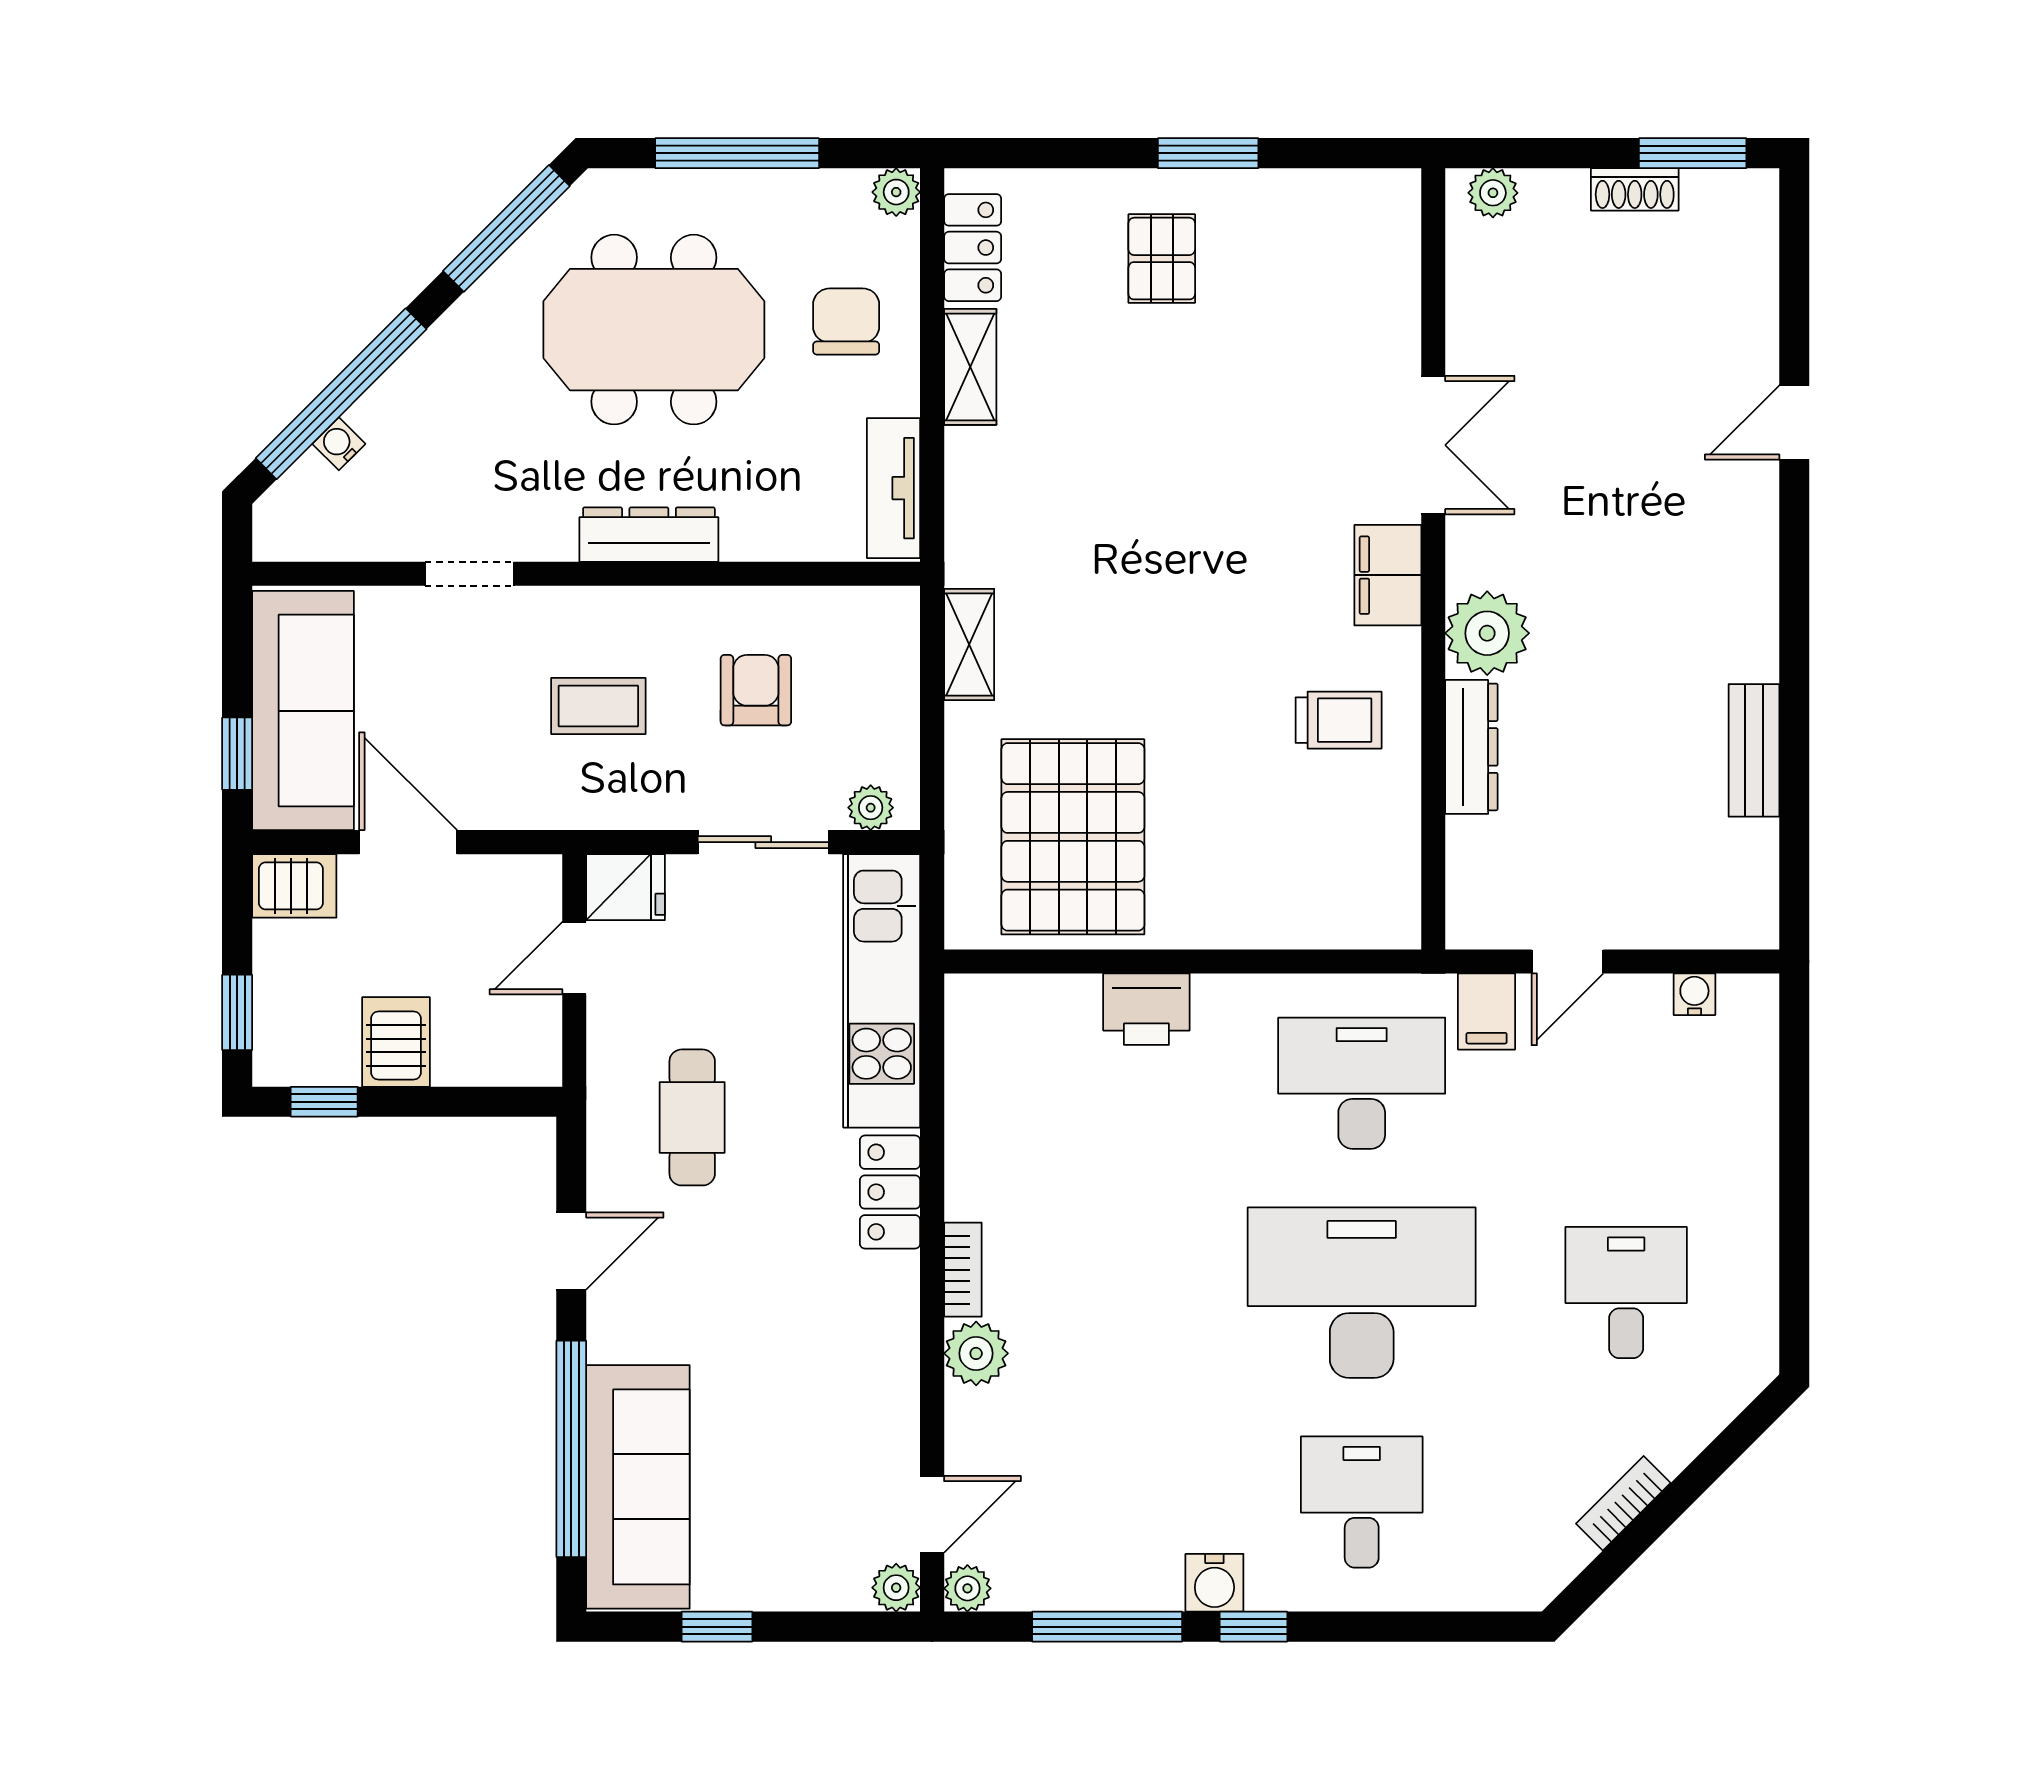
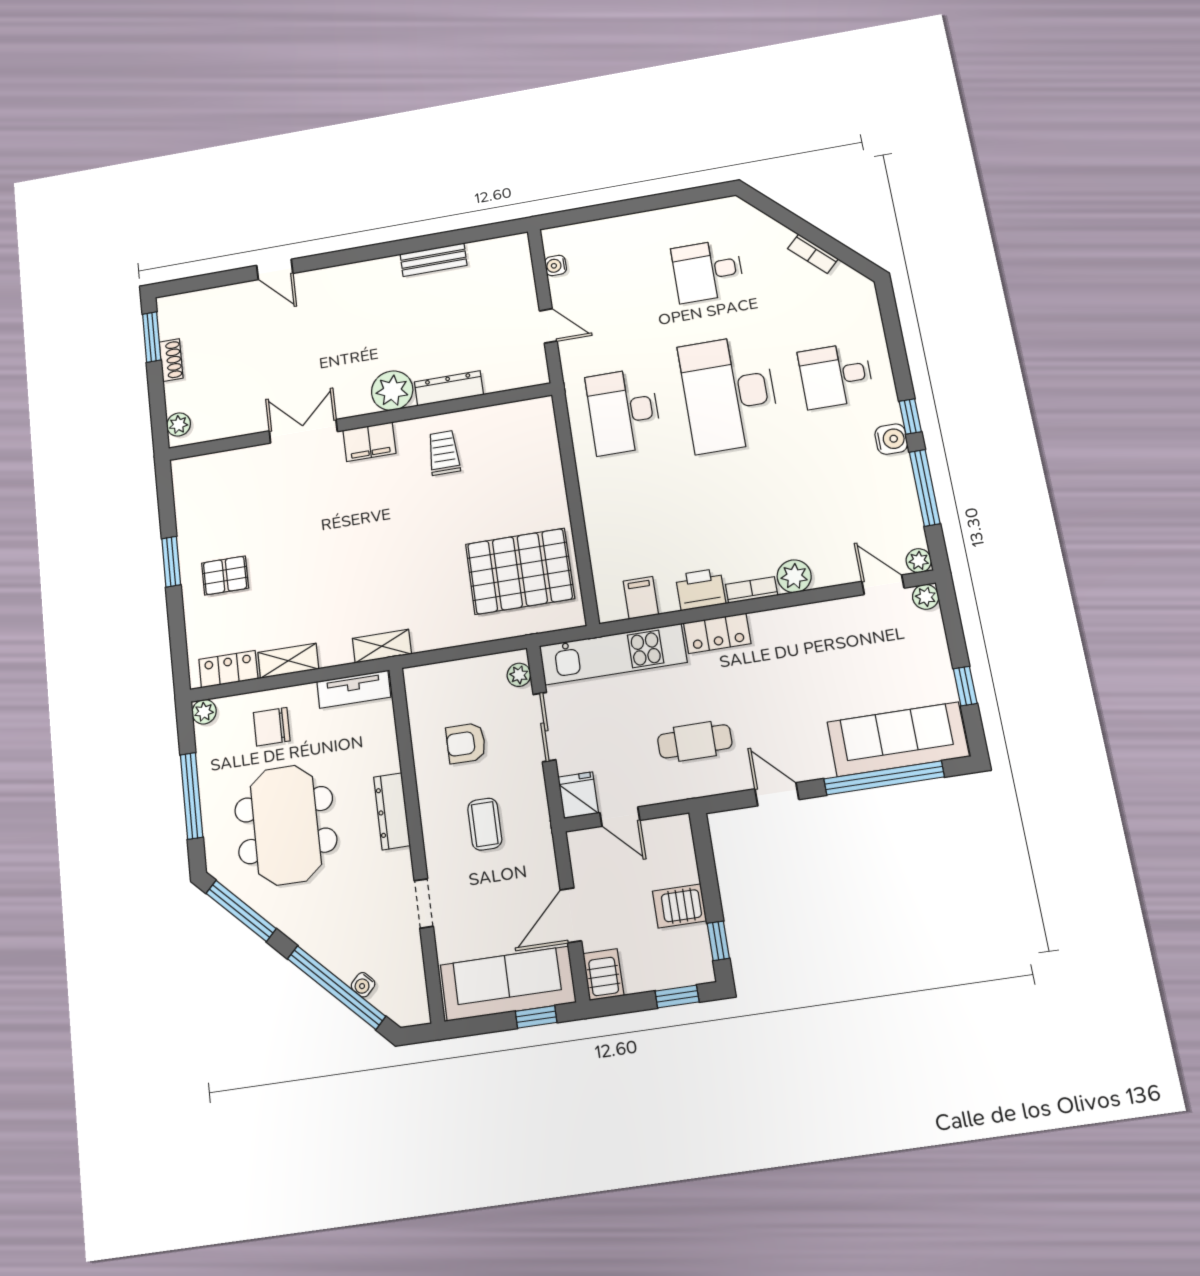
shelving: (969, 645) -> (382, 646), moved
printer: (1146, 1009) -> (701, 589), moved, turned -90
filing cabinet: (1487, 1012) -> (641, 598), moved, turned -90

